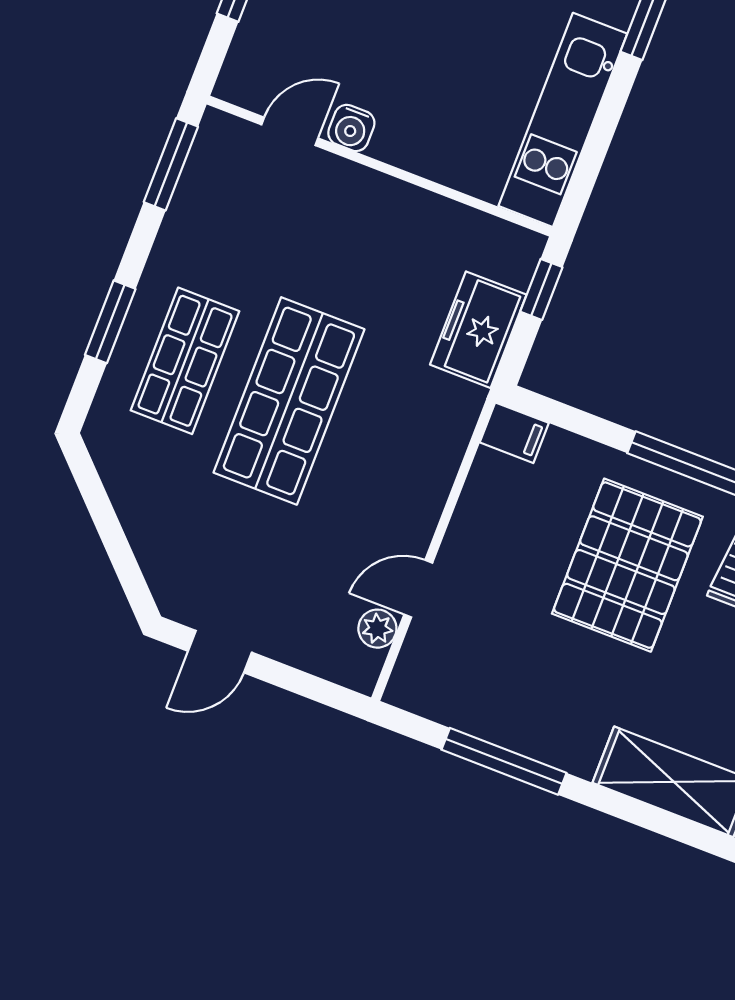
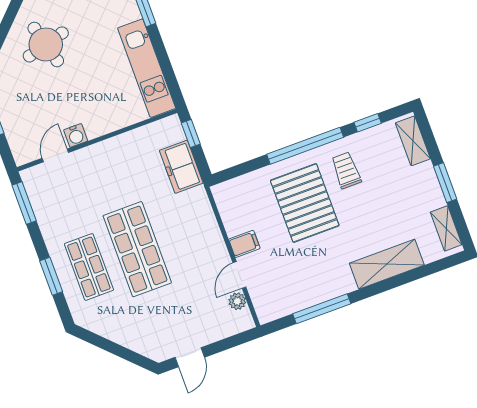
filing cabinet: (514, 433) -> (244, 244), moved

